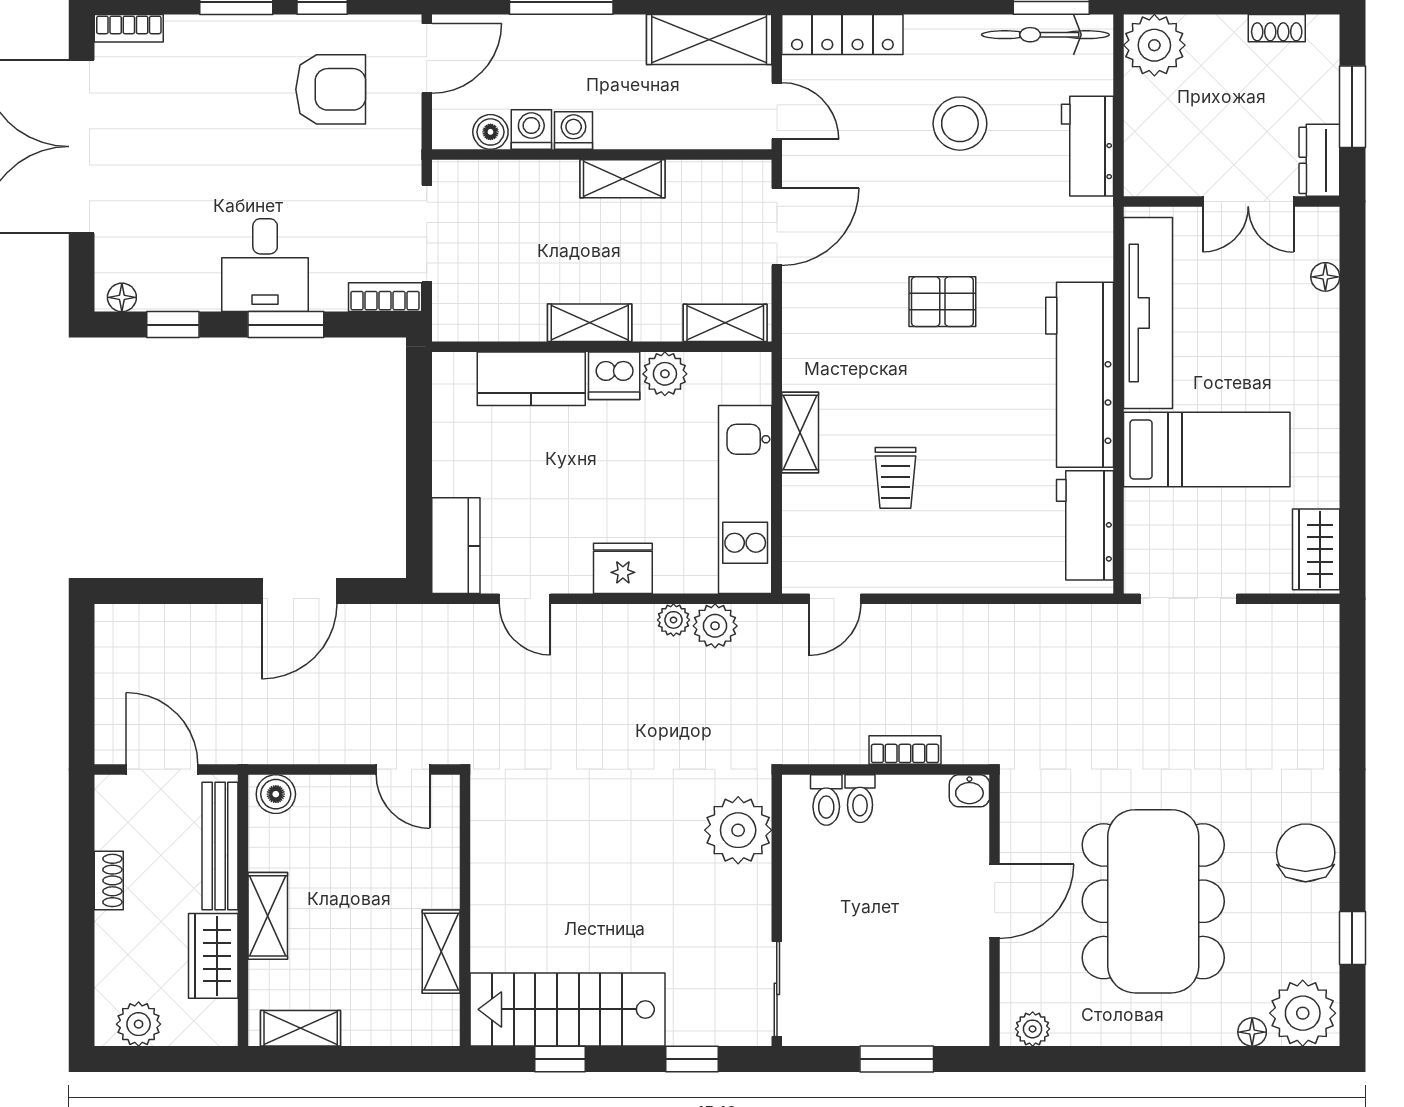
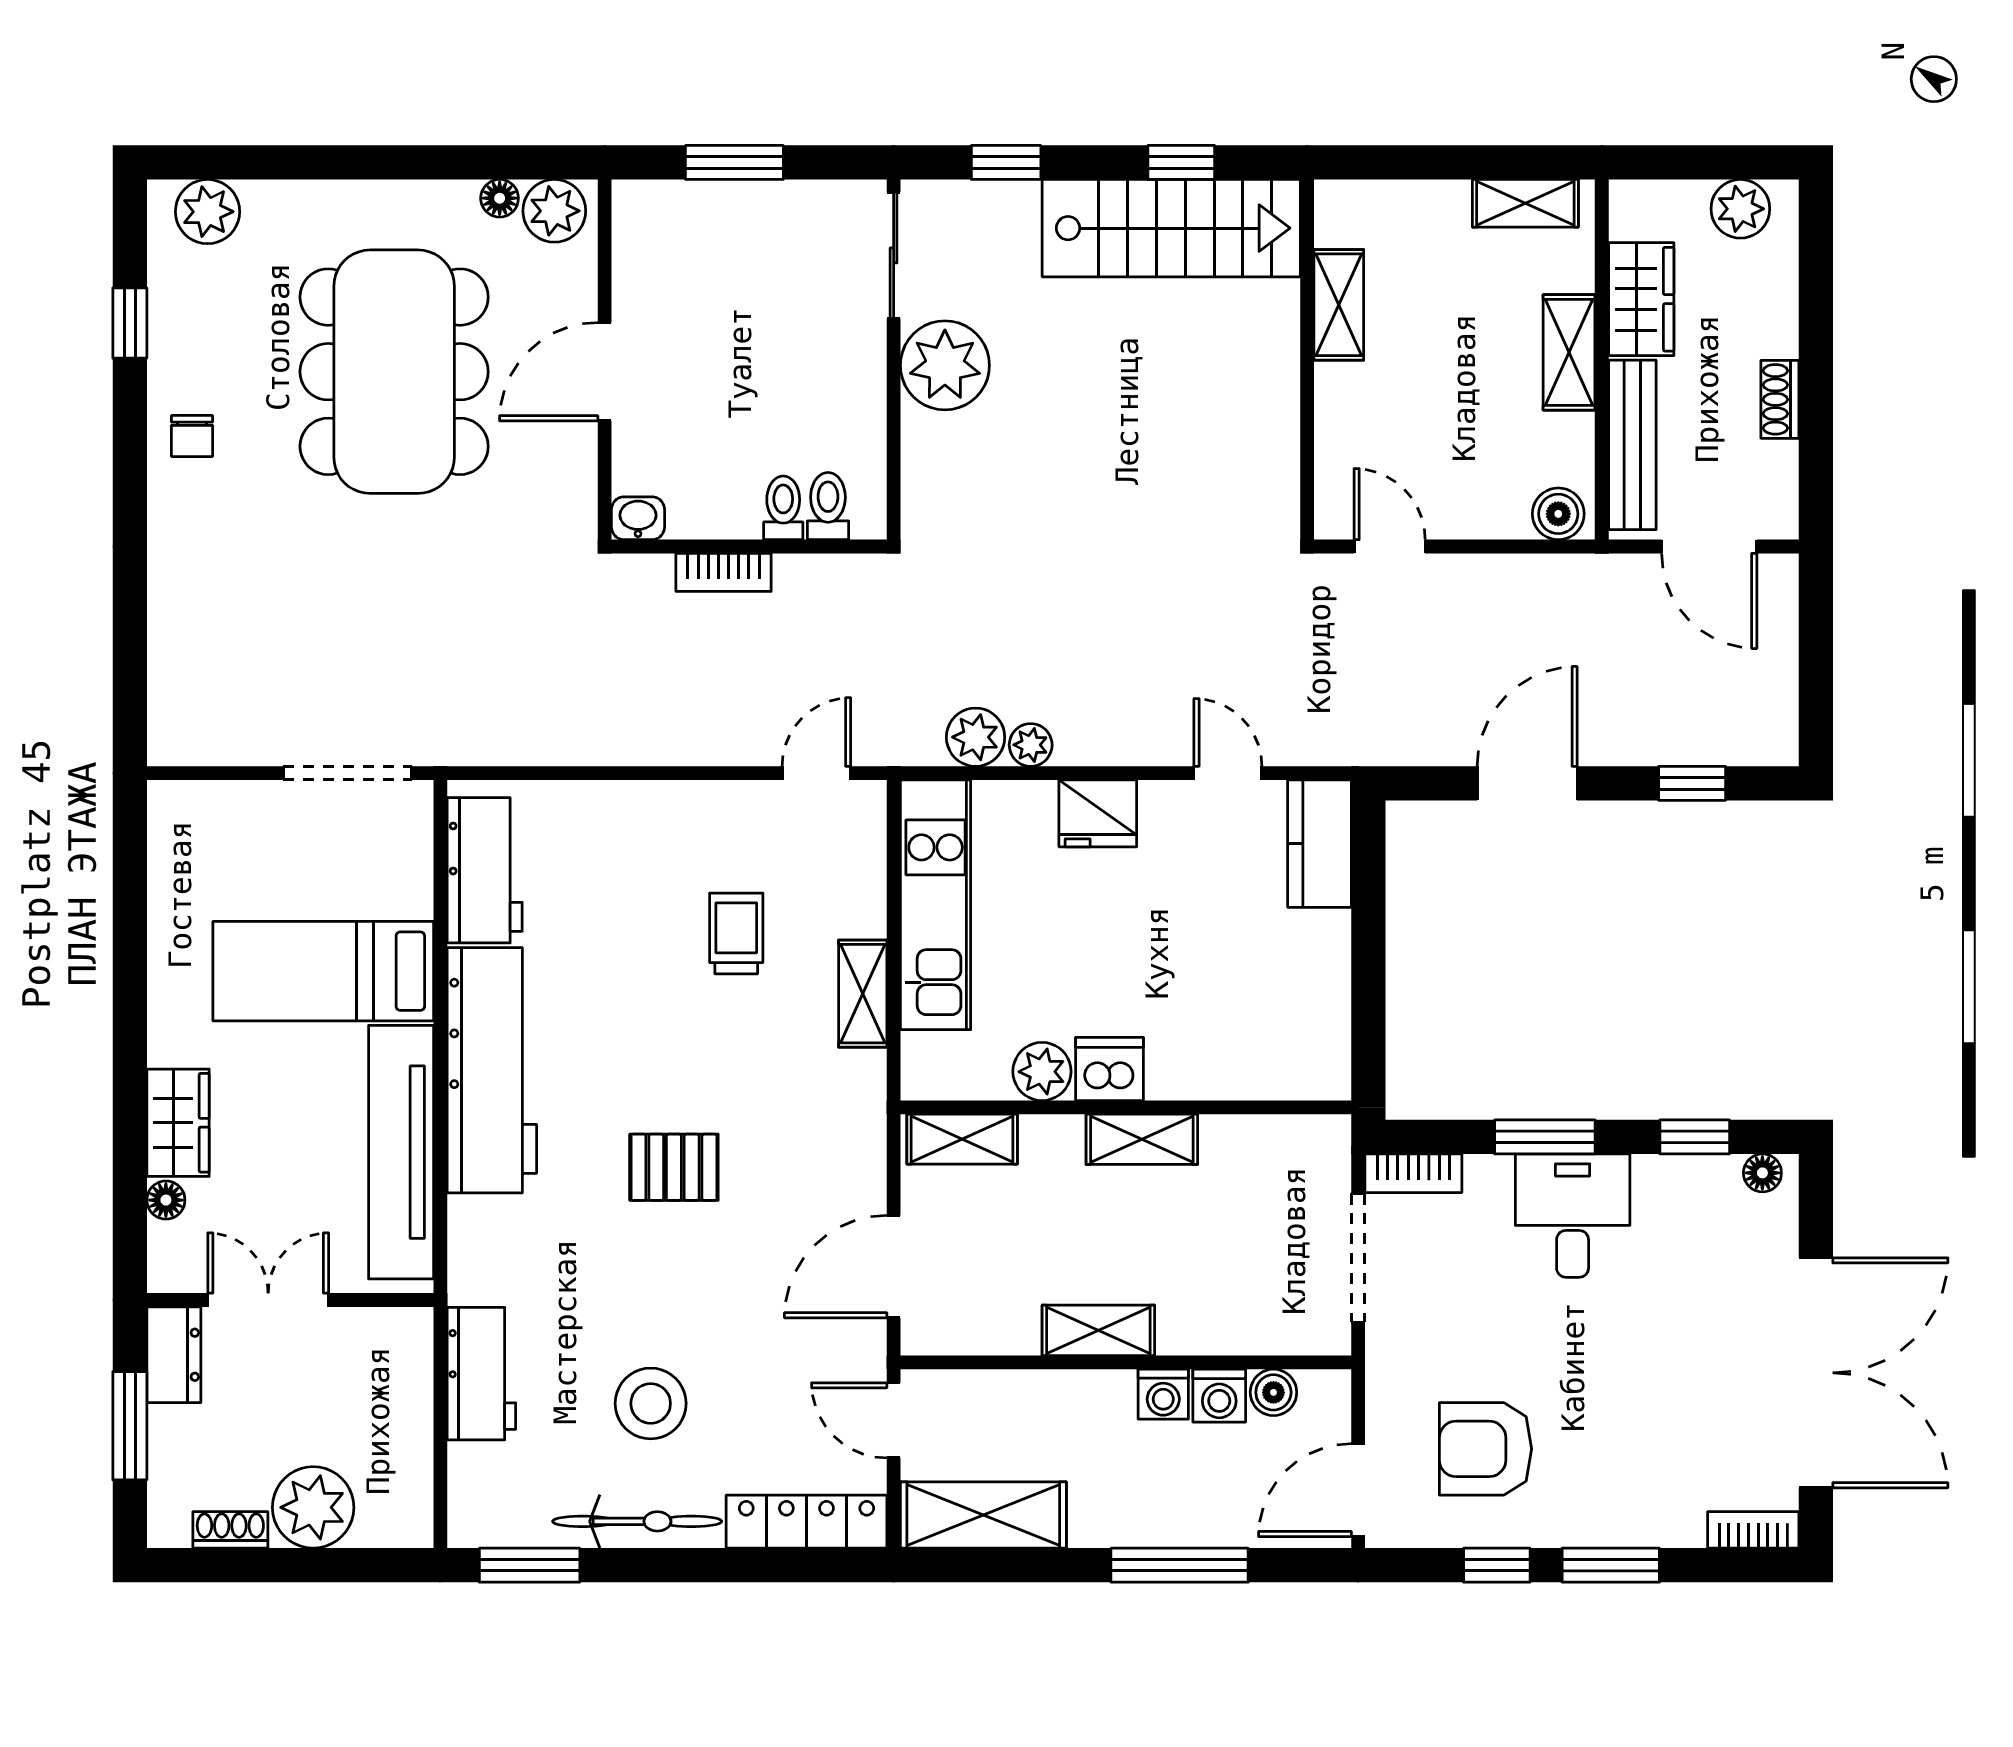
bicycle: (1045, 35) -> (637, 1521), moved
plant: (1154, 45) -> (313, 1507), moved
kitchen counter: (531, 379) -> (1219, 1065), removed
wardrobe: (1316, 549) -> (178, 1123), moved
window: (175, 591) -> (1692, 783), added
plant: (738, 830) -> (945, 365), moved
chair: (1306, 853) -> (192, 436), width x0.54, depth x0.54
plant: (1303, 1013) -> (208, 212), width x0.73, depth x0.73
plant: (1033, 1029) -> (554, 211), width x1.38, depth x1.38
floor lamp: (1252, 1032) -> (500, 198), moved

